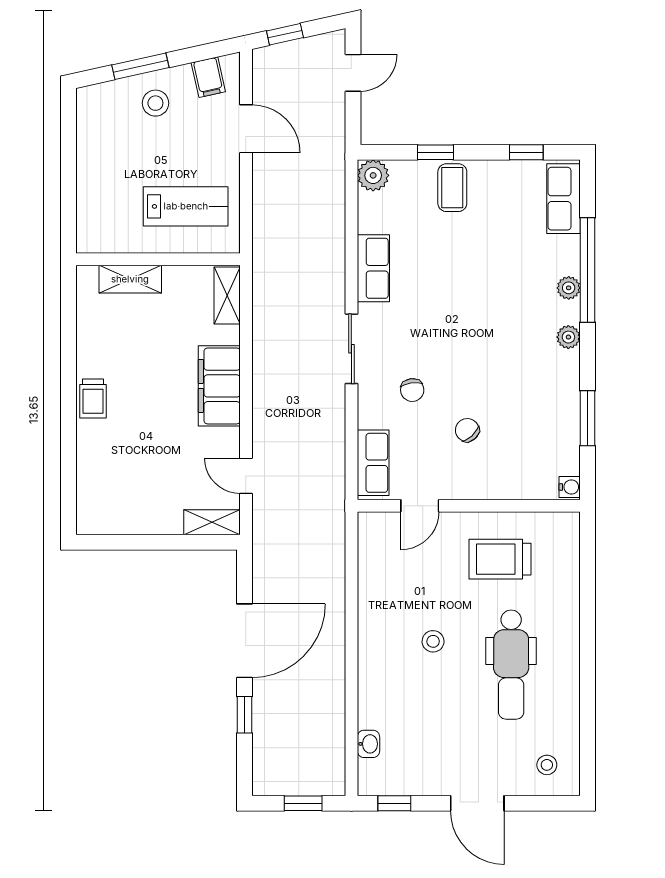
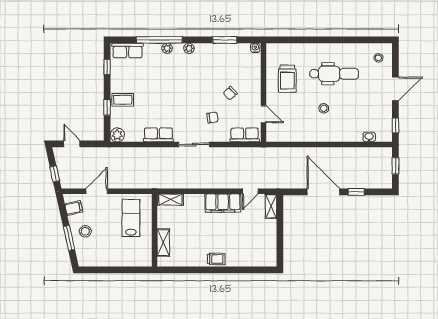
filing cabinet: (219, 386) -> (223, 203), moved

